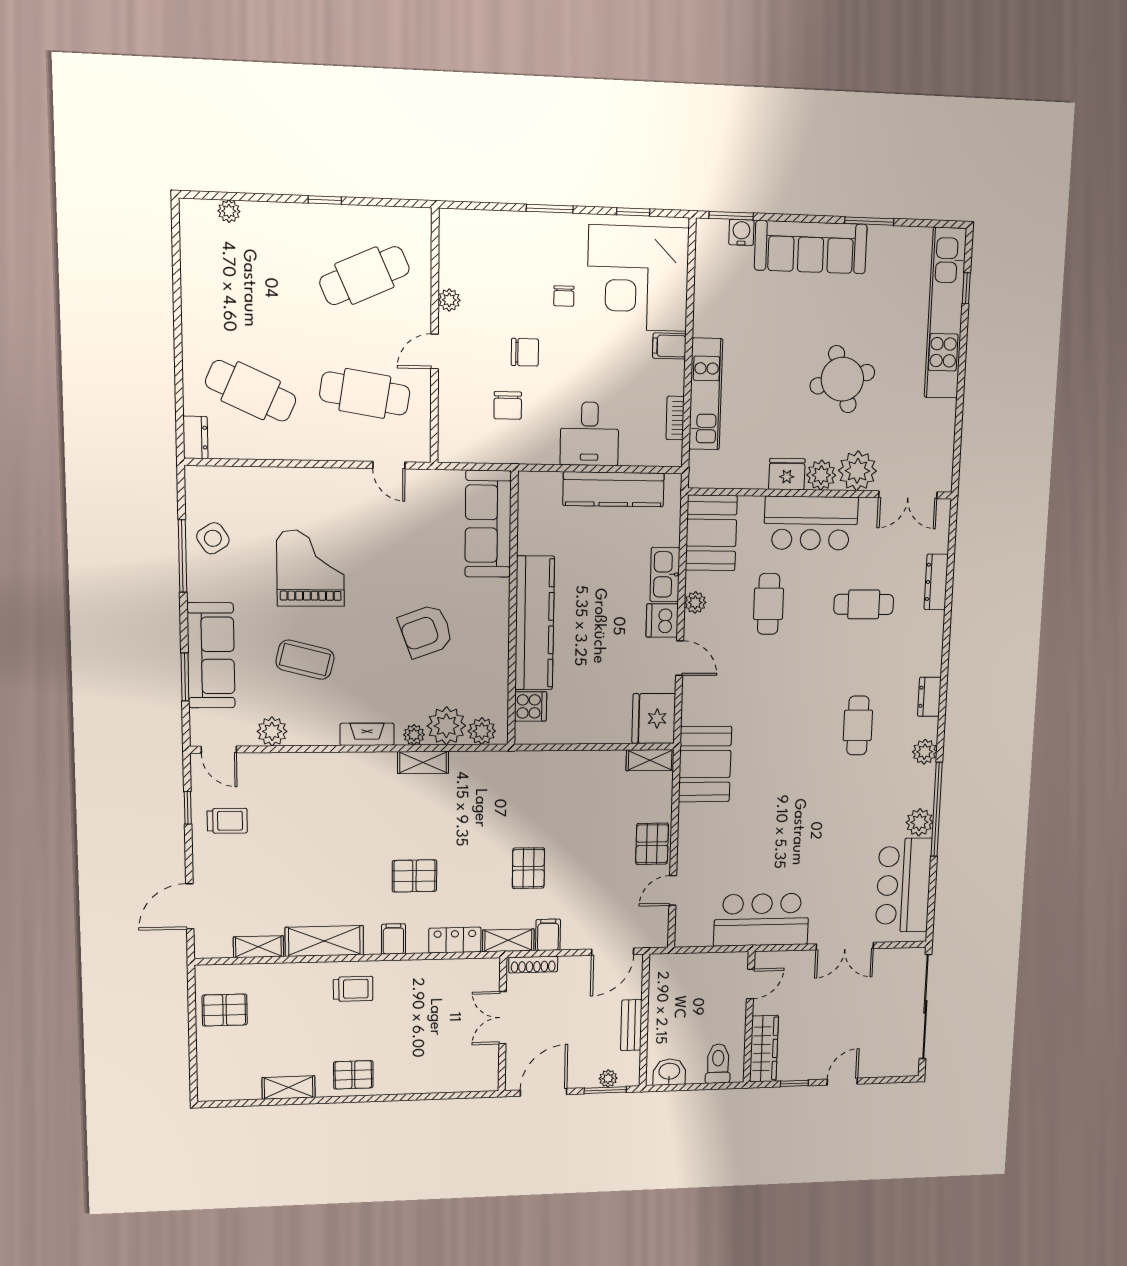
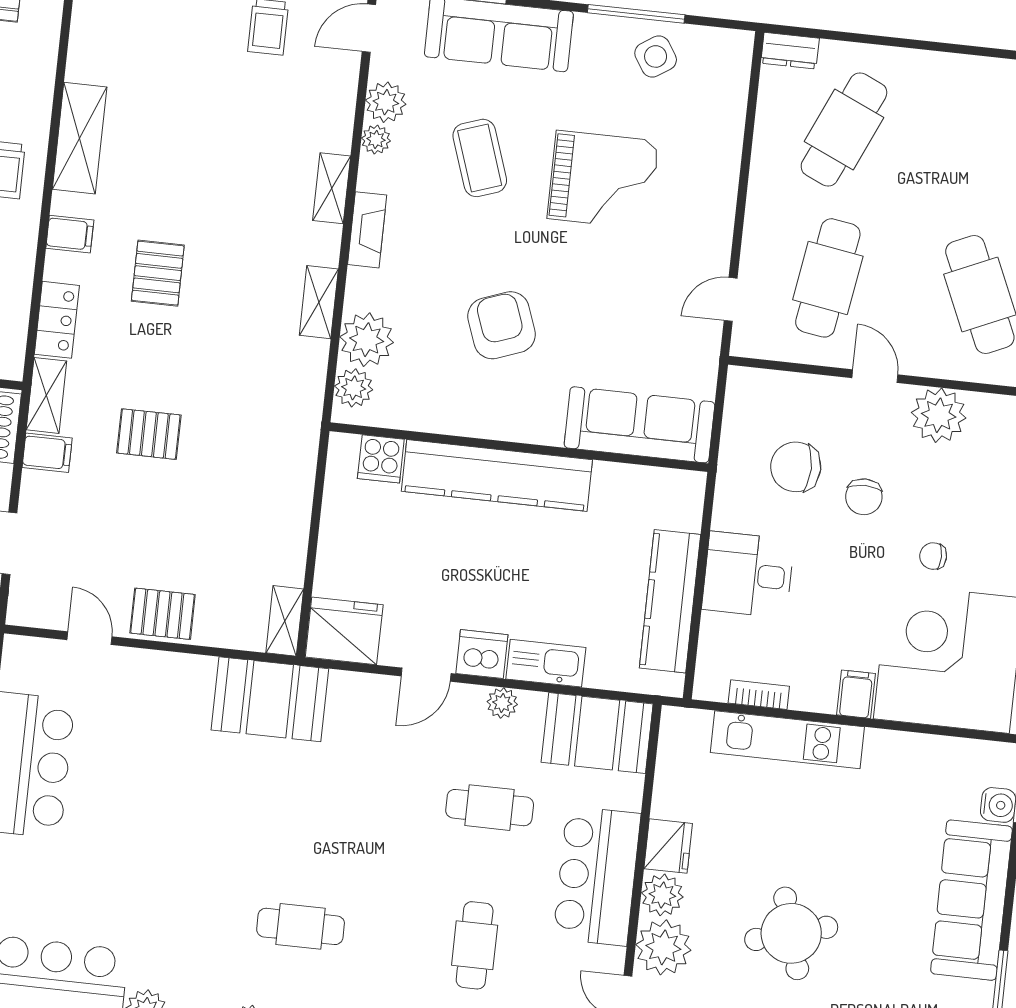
plant: (449, 300) -> (939, 415), width x1.87, depth x1.87
chair: (508, 405) -> (796, 467), width x1.37, depth x1.37
coffee table: (305, 660) -> (480, 158), turned -33
plant: (414, 735) -> (376, 139), moved
shelving: (258, 947) -> (332, 188), moved

